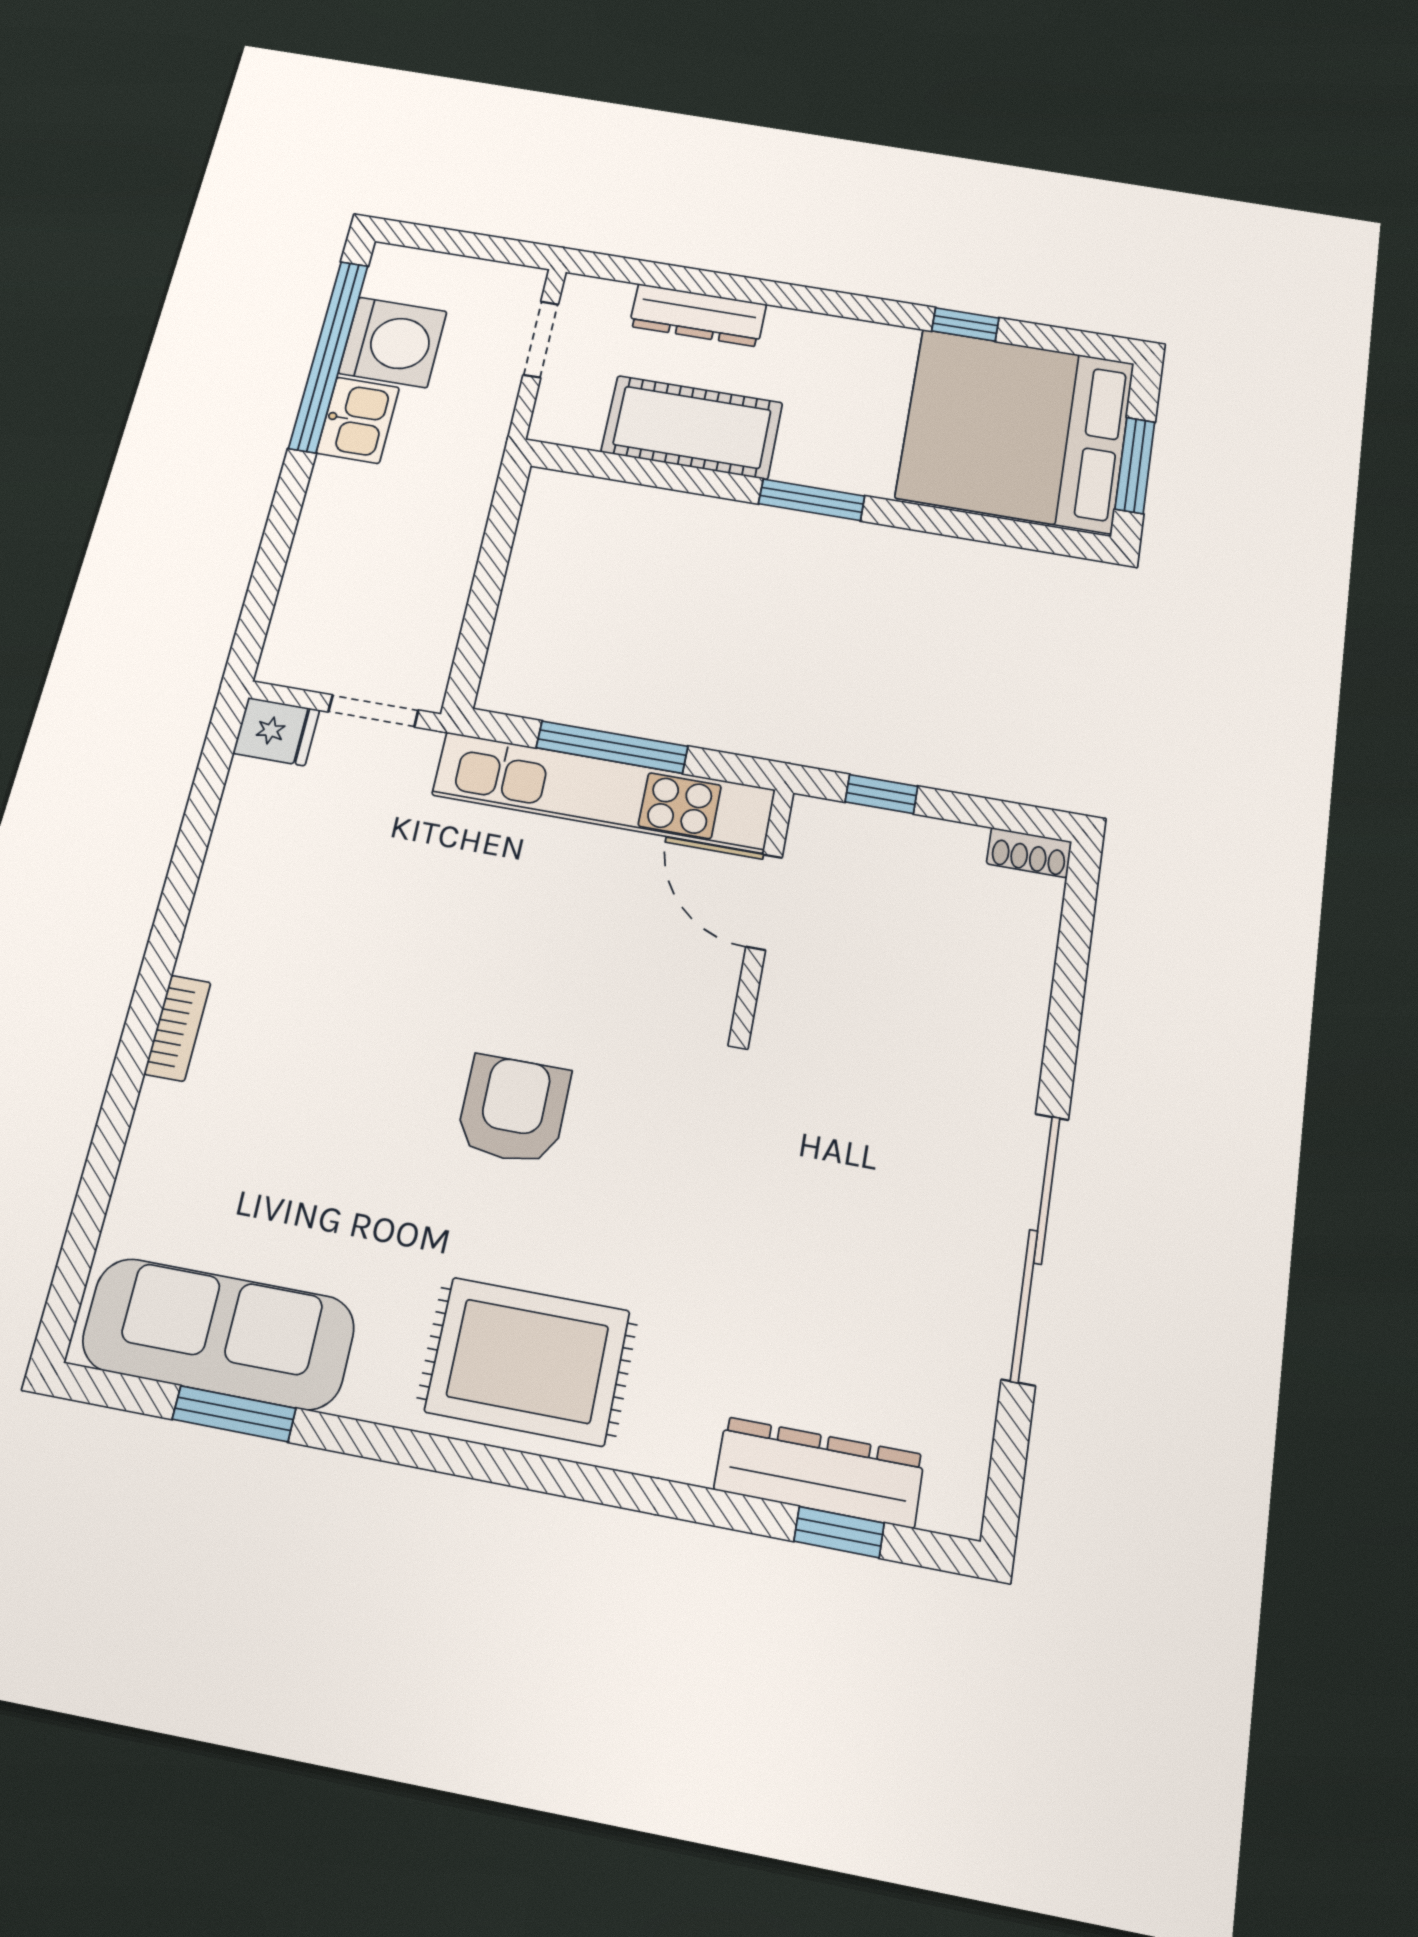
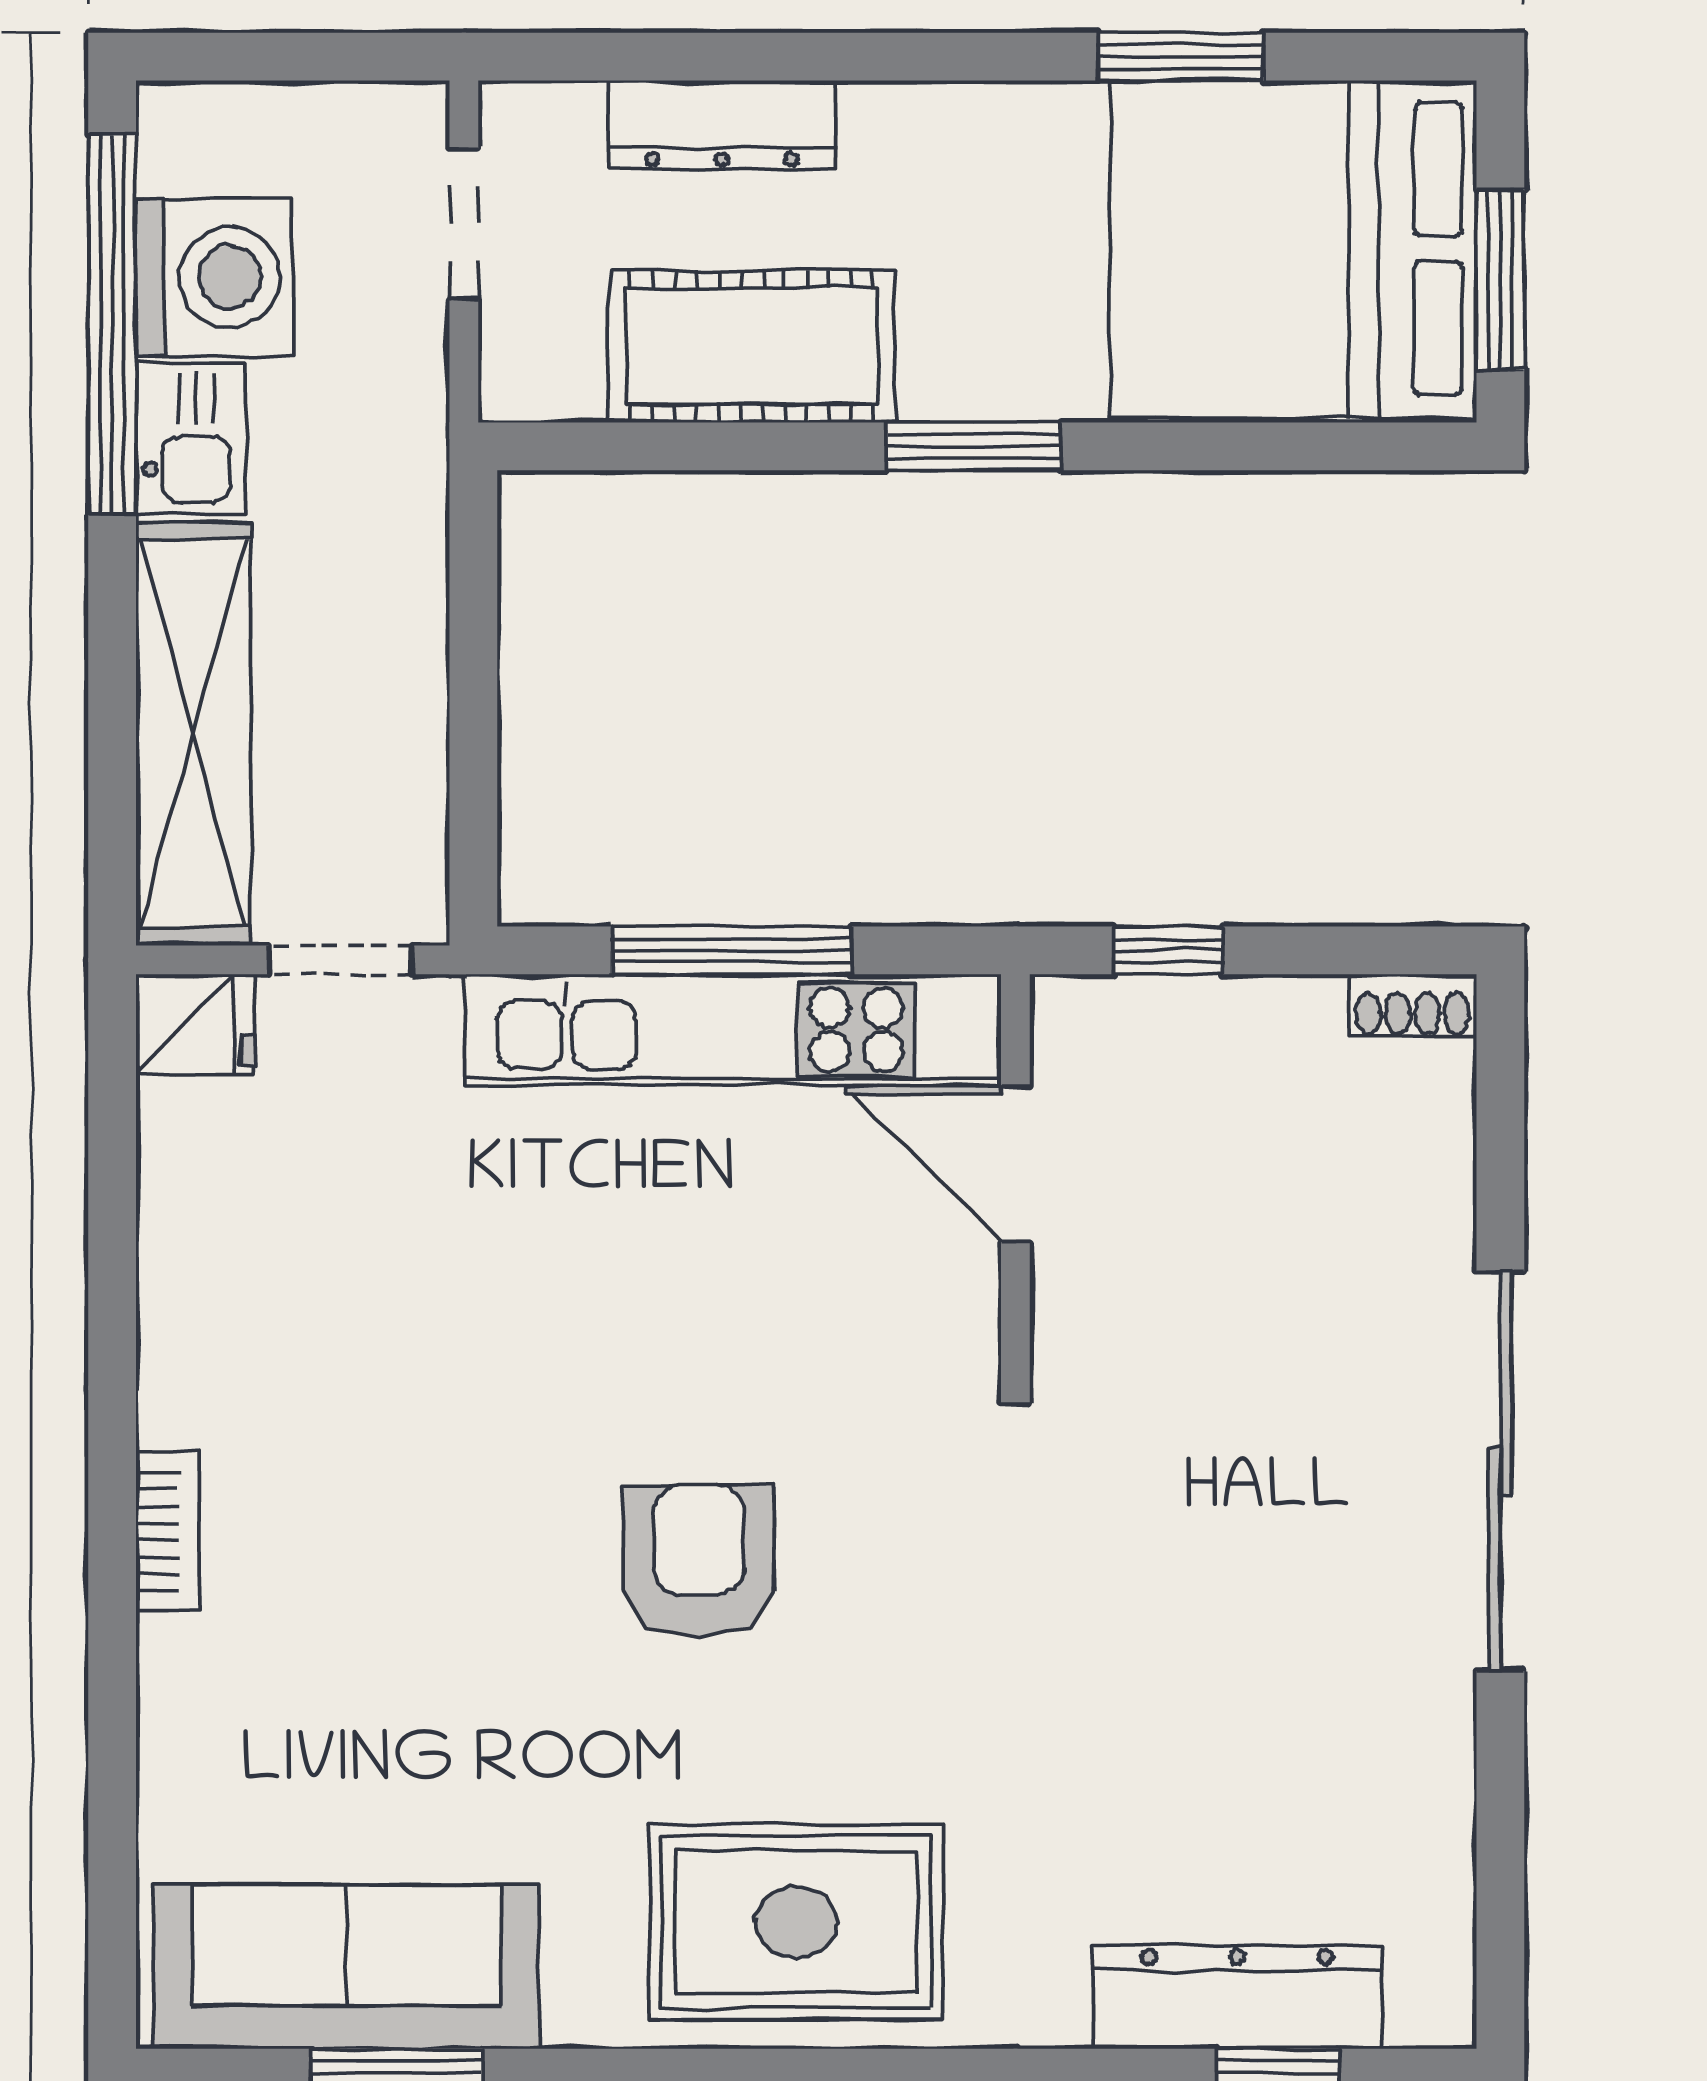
window: (965, 324) -> (1181, 57), width x1.50
shelving: (318, 572) -> (193, 733), added
sliding door: (1035, 1247) -> (1500, 1471), moved

